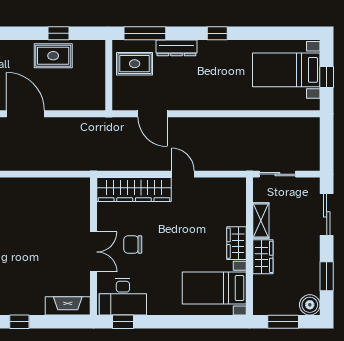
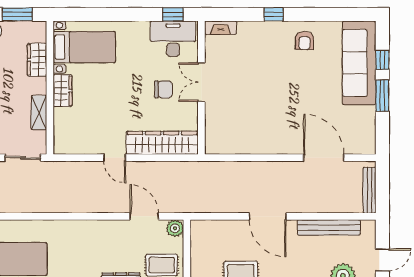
plant: (121, 102) -> (175, 228), added
wardrobe: (263, 257) -> (37, 60), moved
fireplace: (68, 306) -> (221, 28), width x0.73, depth x0.76

